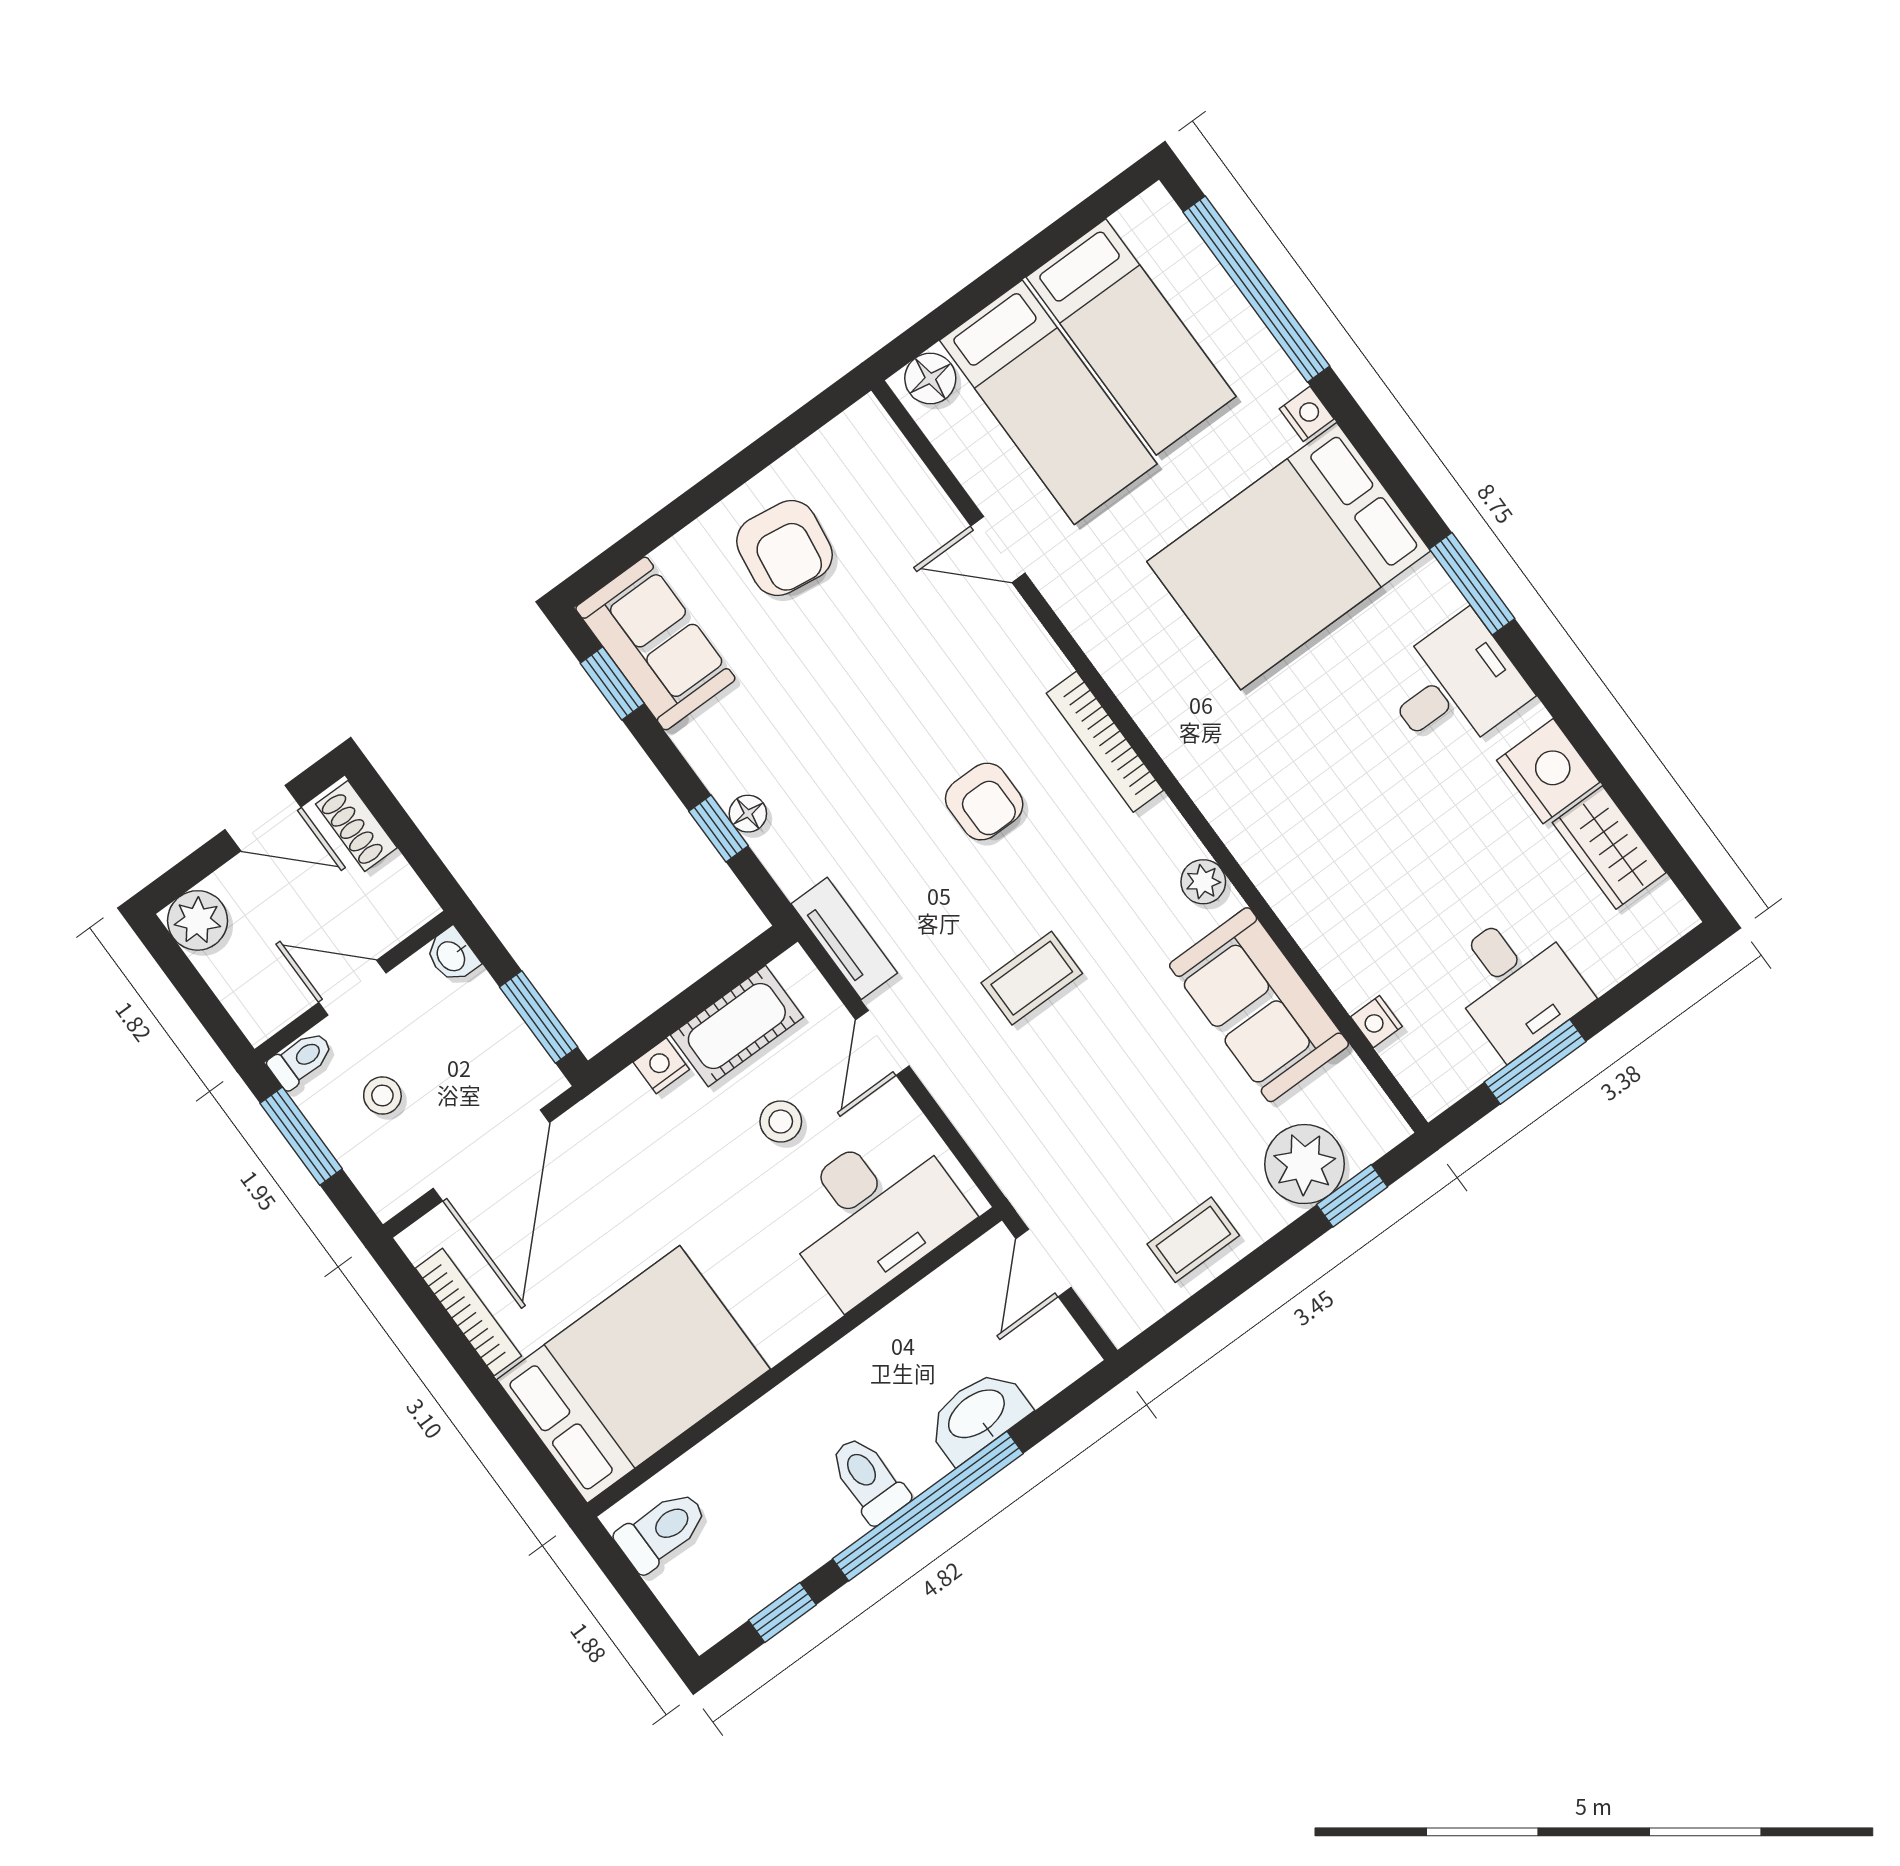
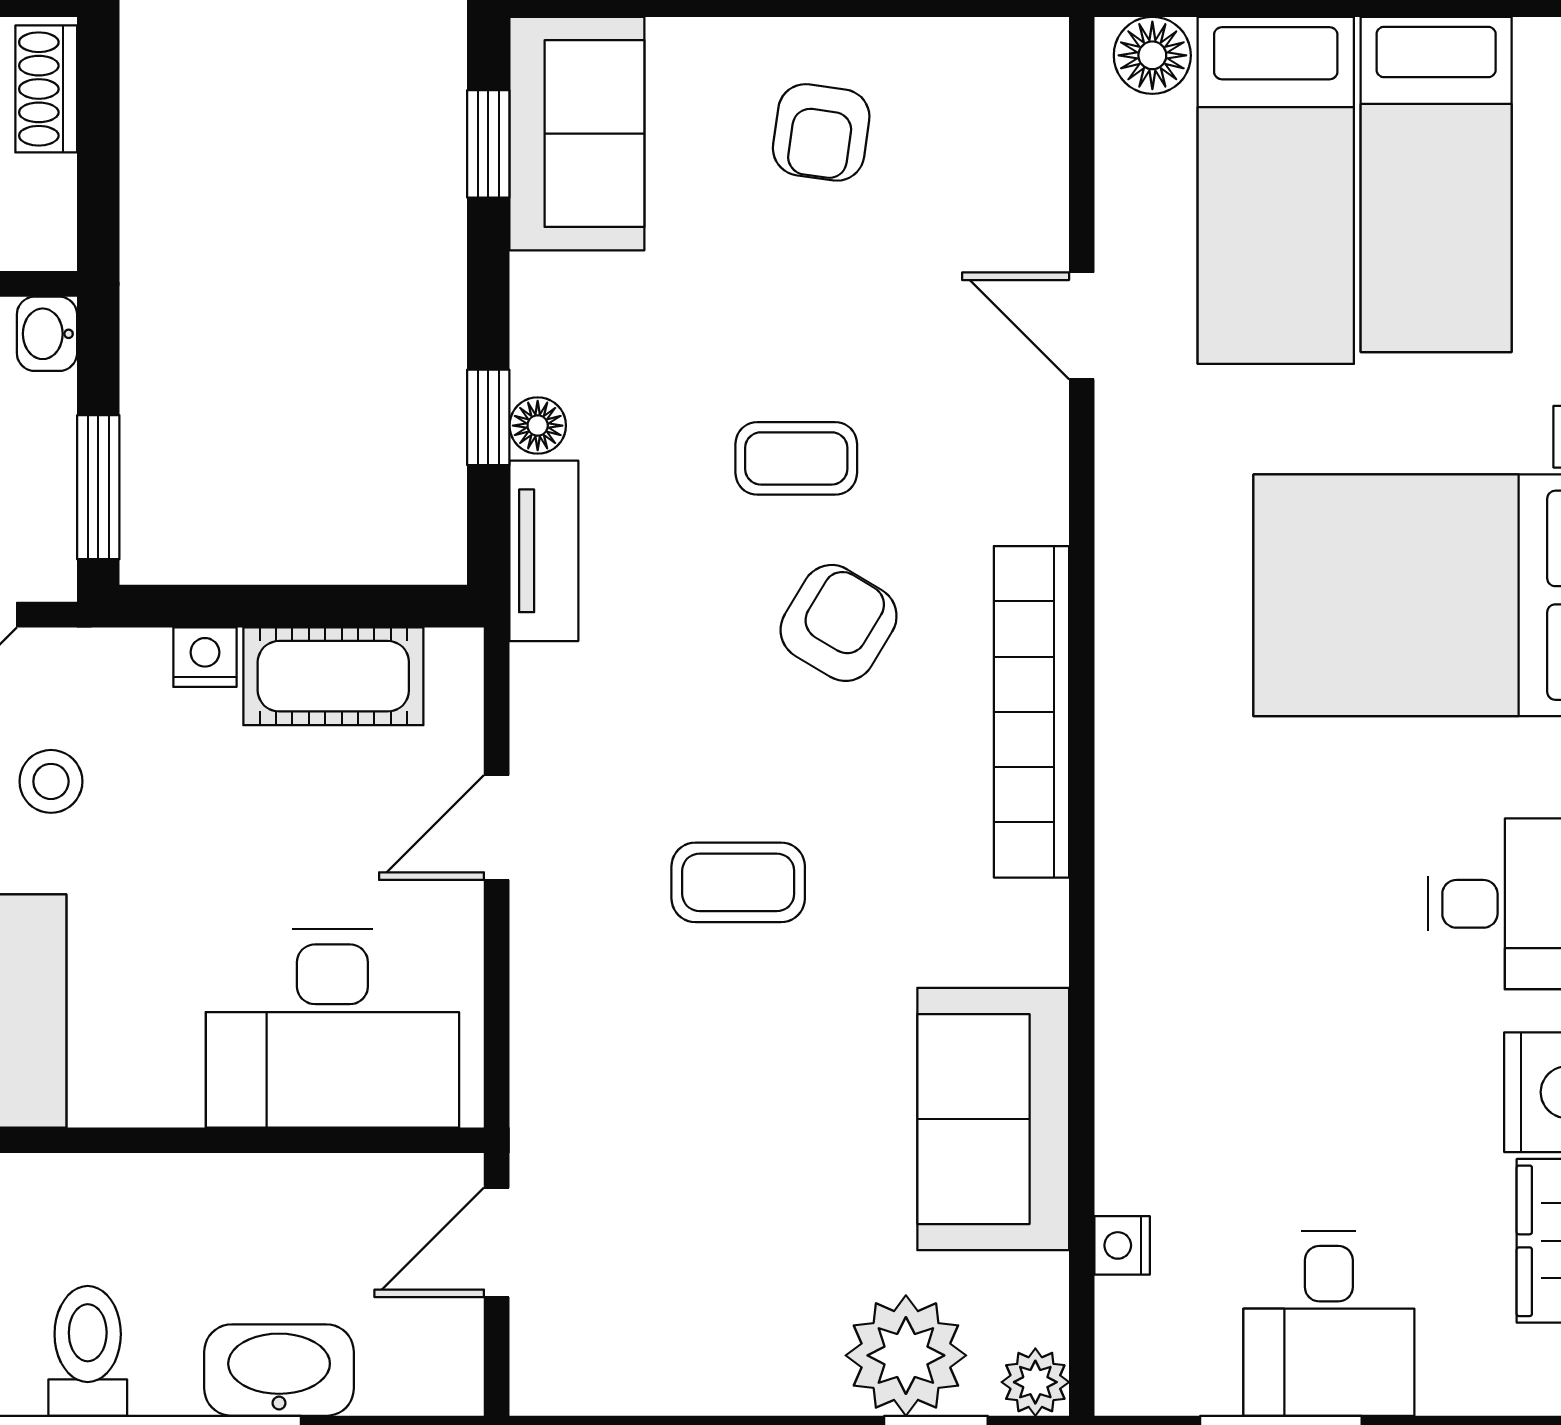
armchair: (785, 548) -> (821, 132), width x0.72, depth x0.72
bookcase: (1105, 742) -> (1031, 712), width x1.48, depth x1.31
armchair: (984, 802) -> (839, 623), turned -149
plant: (1203, 882) -> (1035, 1382), moved
tv unit: (844, 938) -> (544, 551), moved
stool: (781, 1122) -> (51, 781), moved
coffee table: (1193, 1240) -> (796, 458), moved

